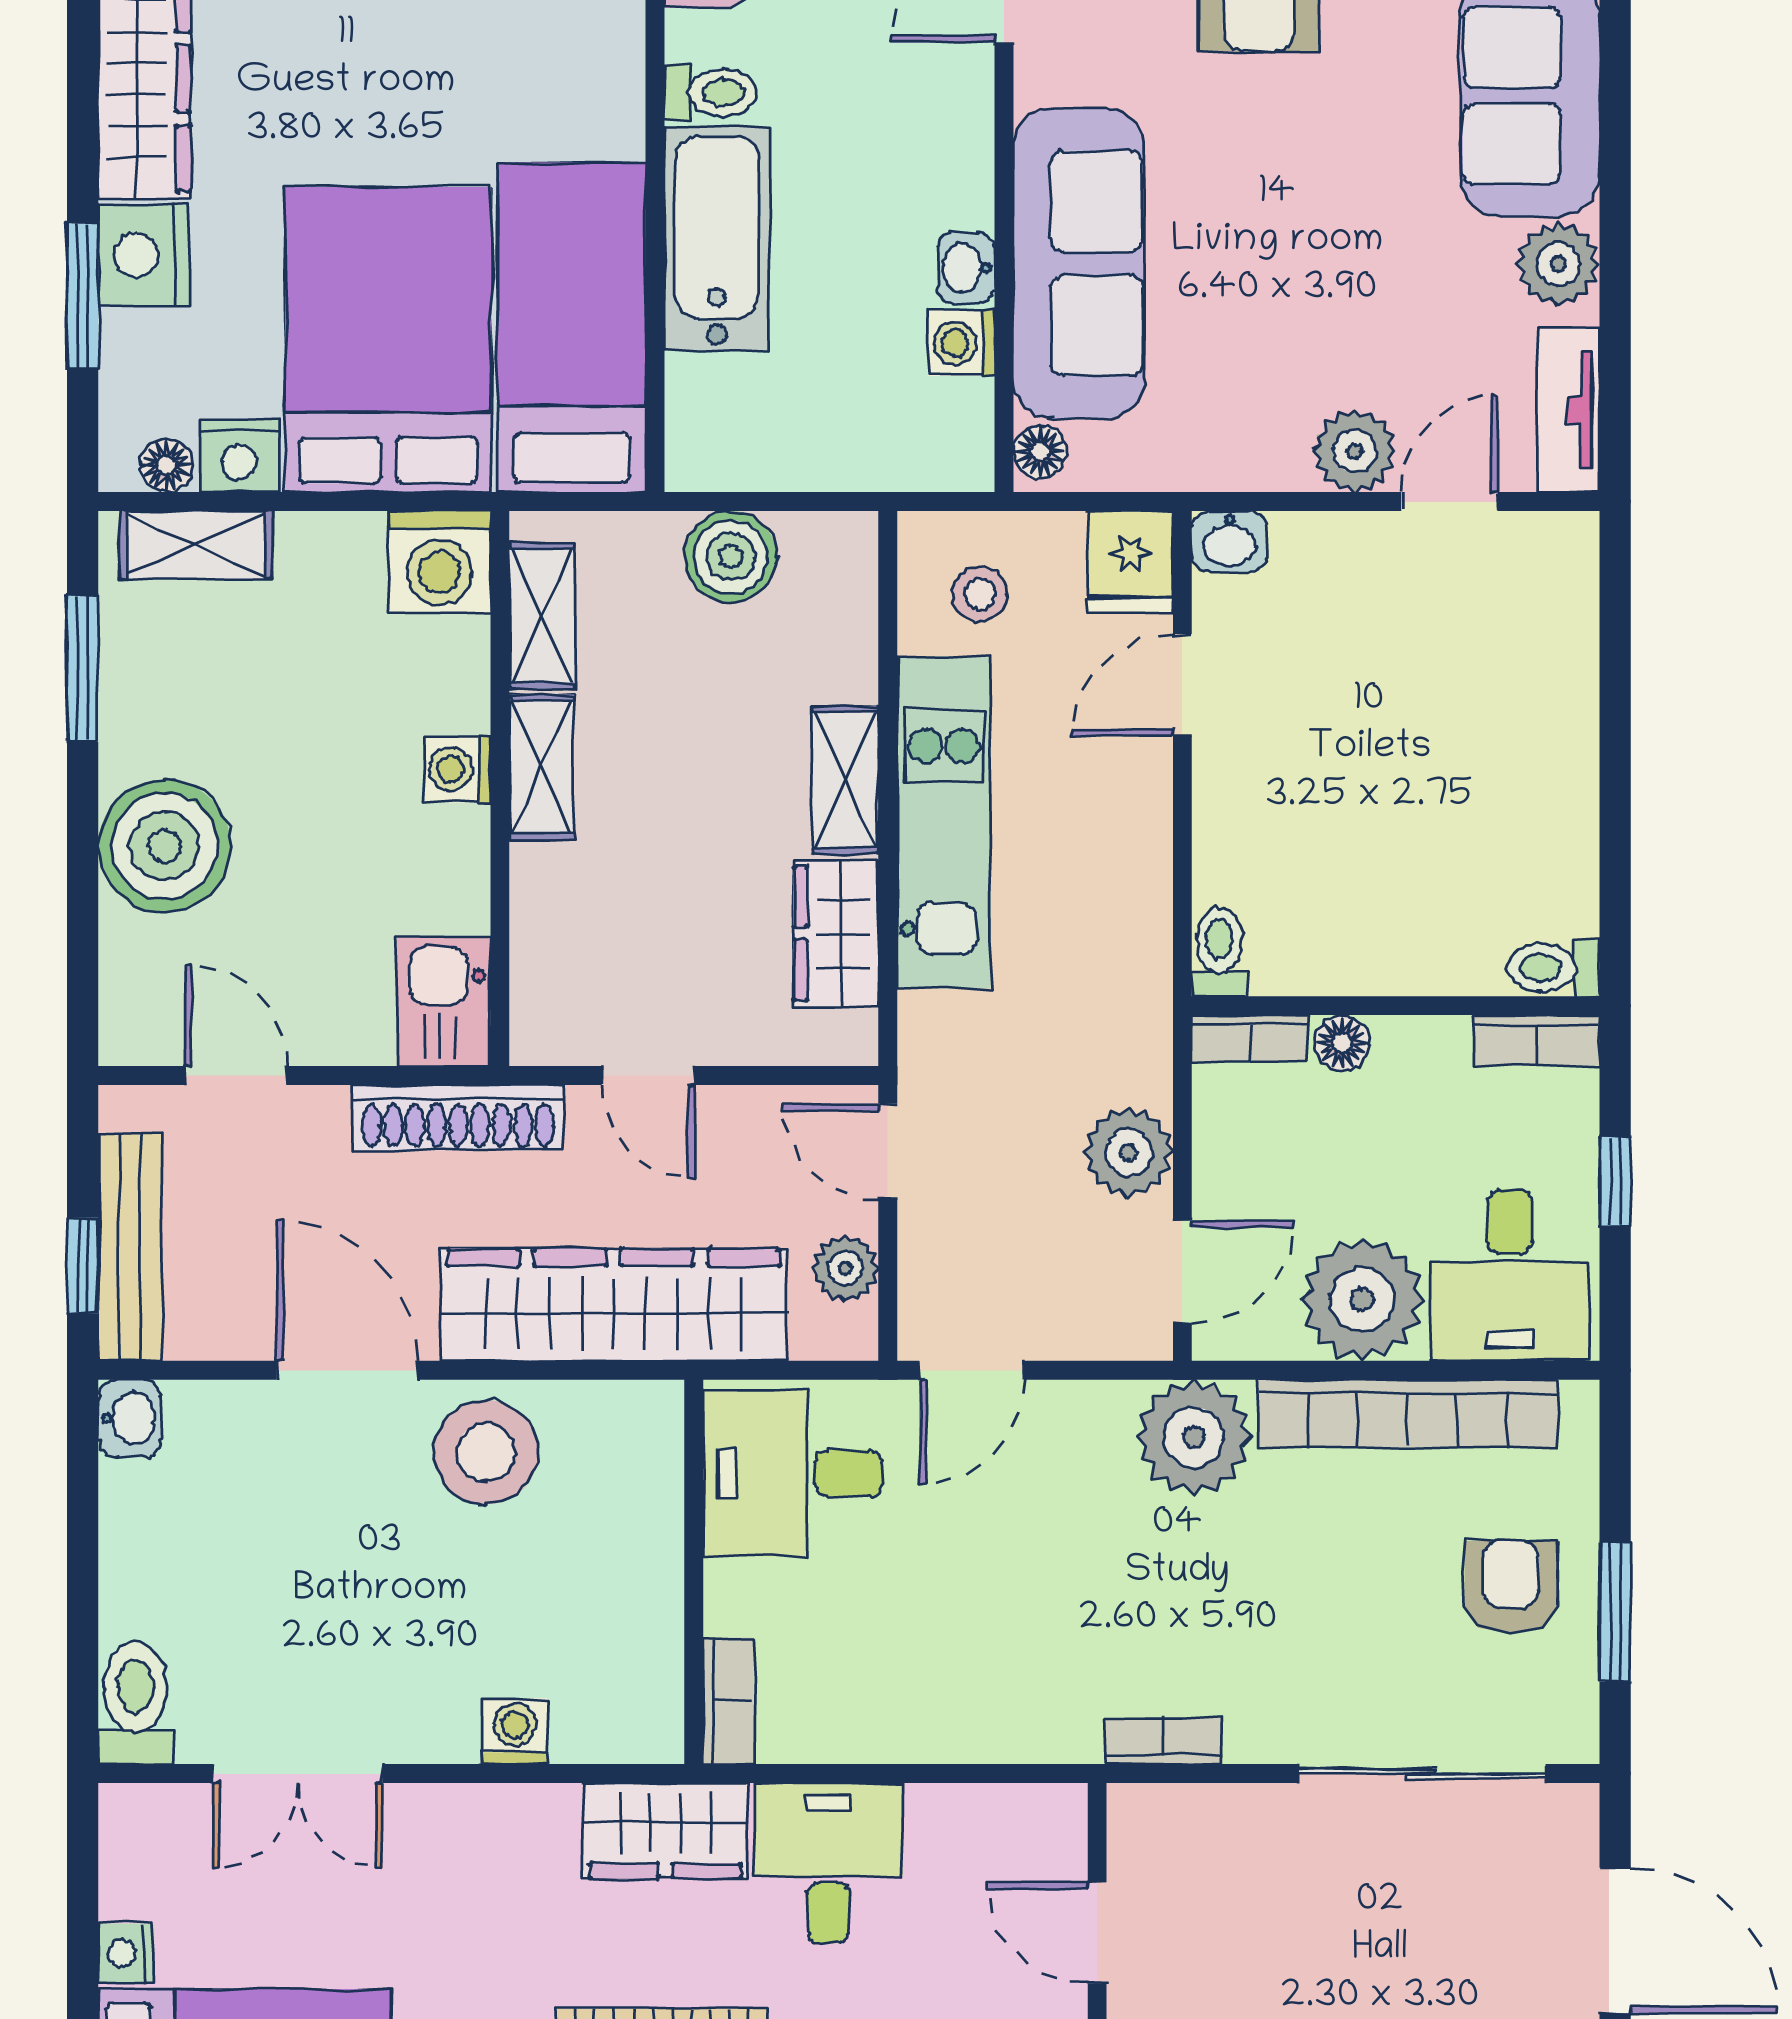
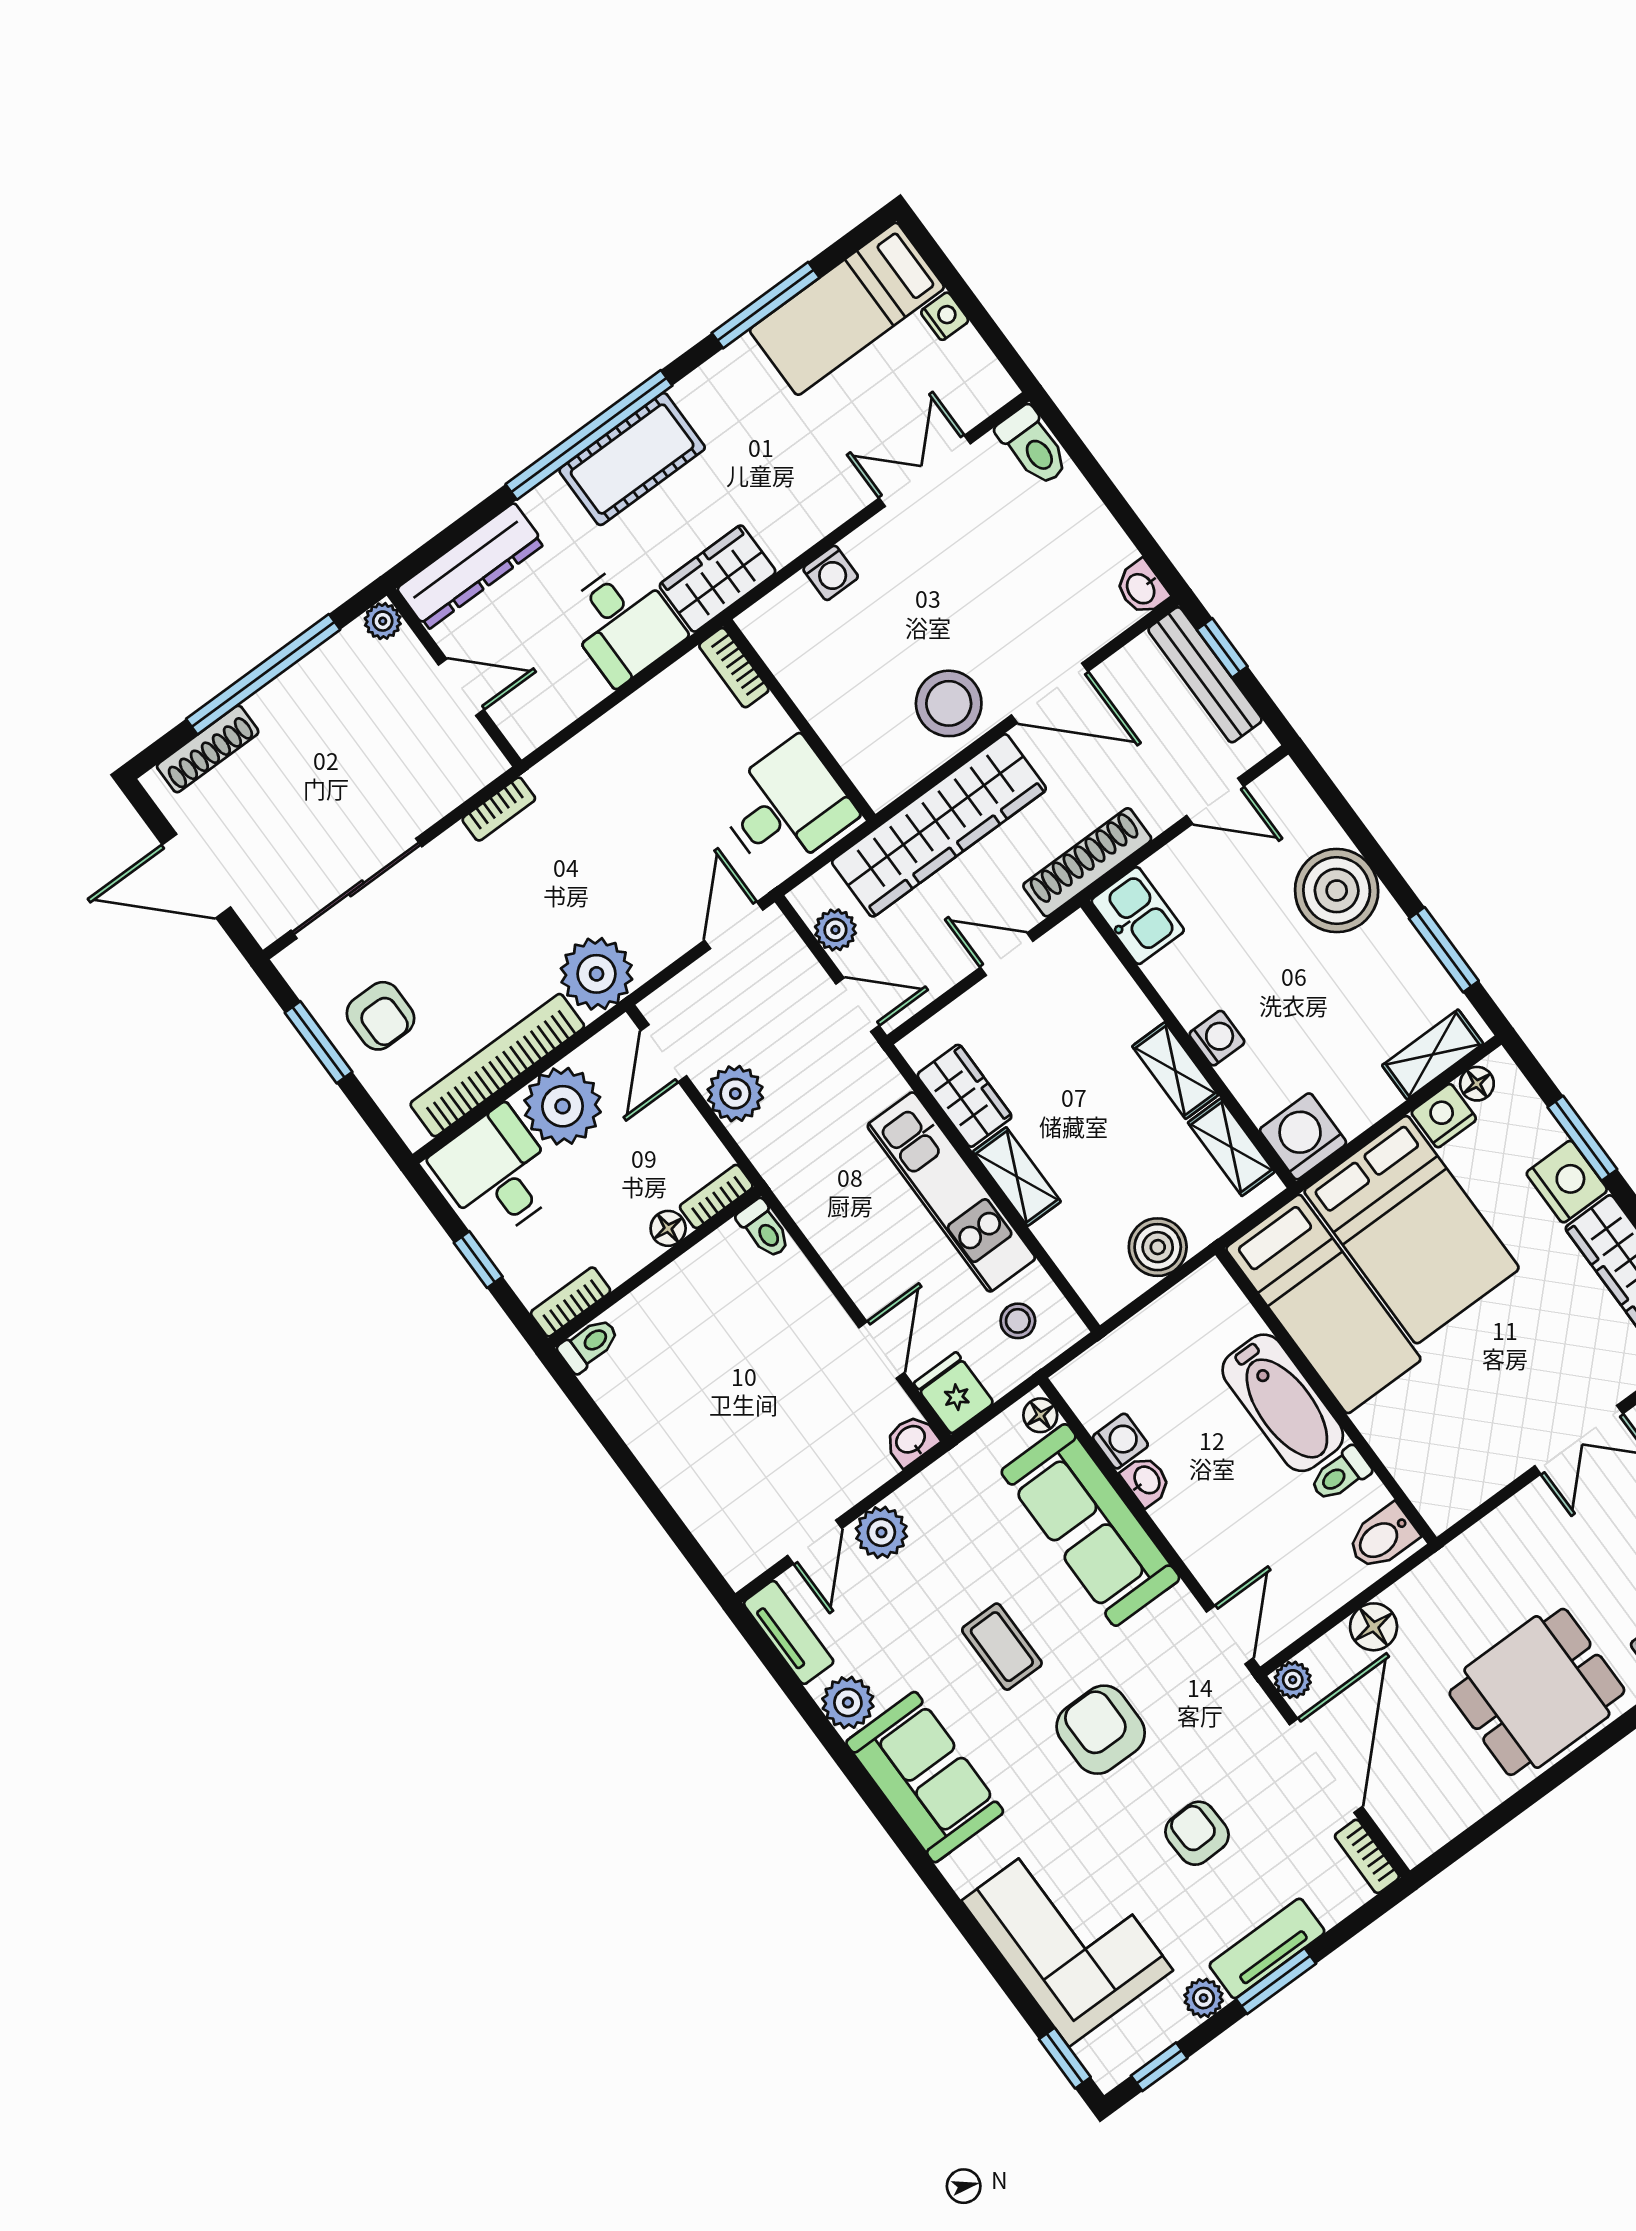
coffee table: (1308, 191) -> (1002, 1647), added

